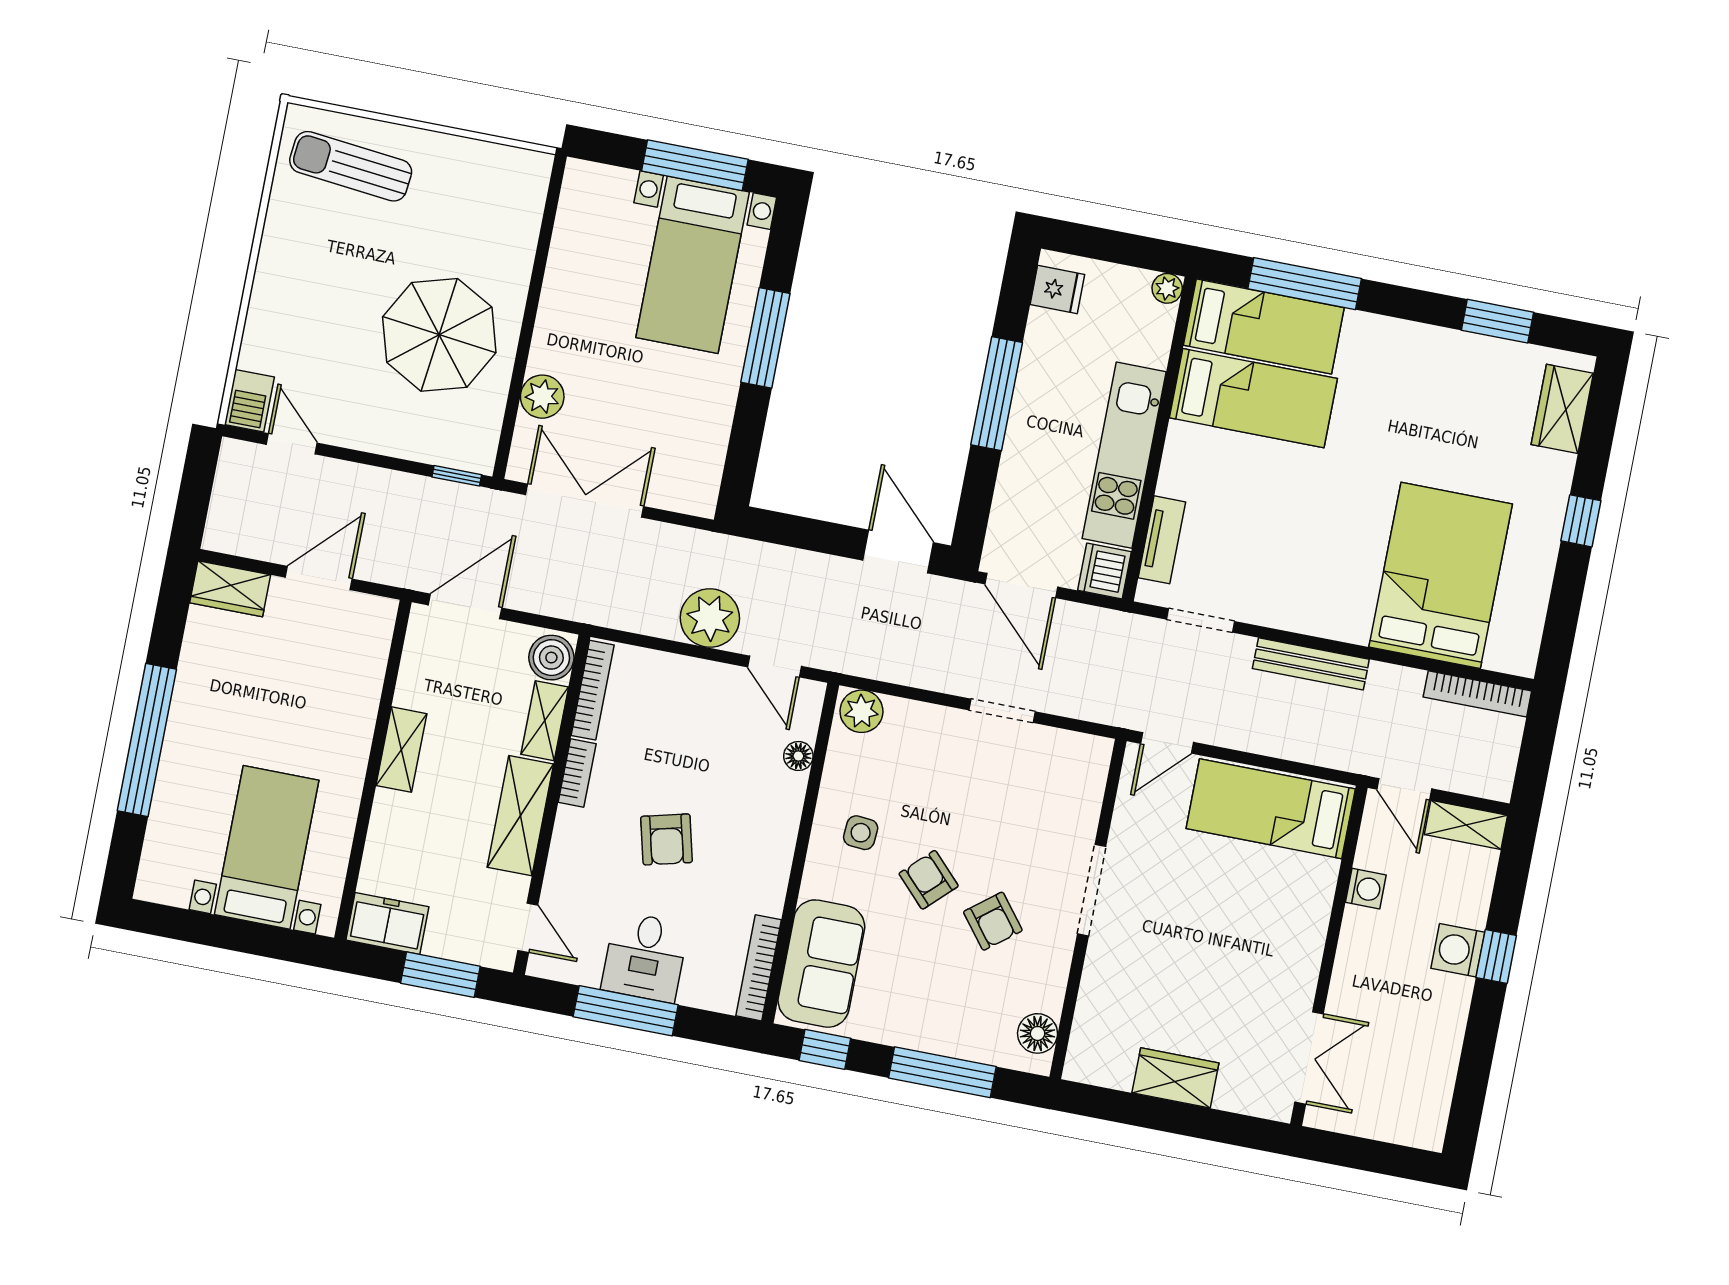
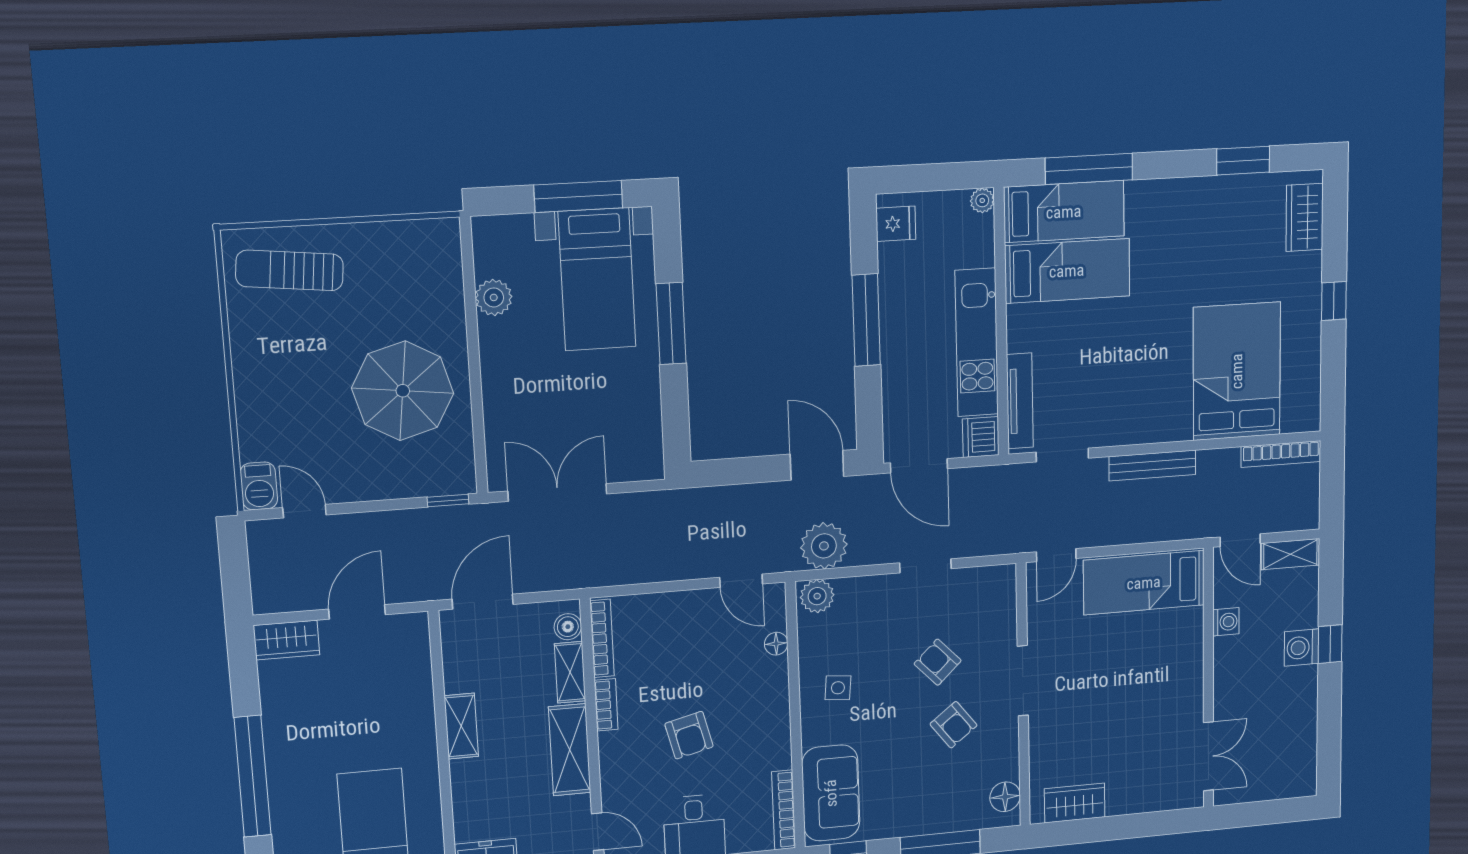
plant: (542, 397) -> (494, 297), moved
tv unit: (1162, 540) -> (1020, 401), width x1.41
plant: (710, 618) -> (824, 546), moved
boiler: (551, 658) -> (568, 627), width x0.73, depth x0.73
armchair: (929, 880) -> (938, 662), moved
wardrobe: (1175, 1078) -> (1075, 803), moved

